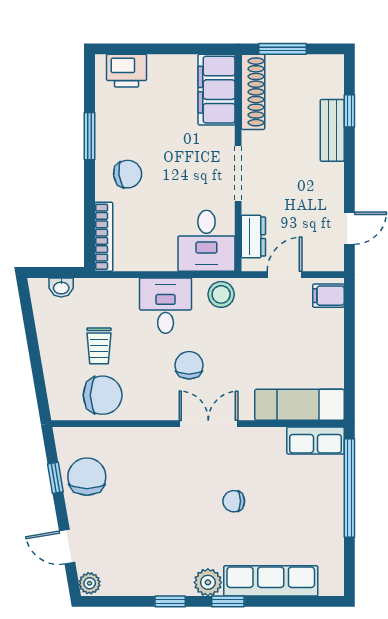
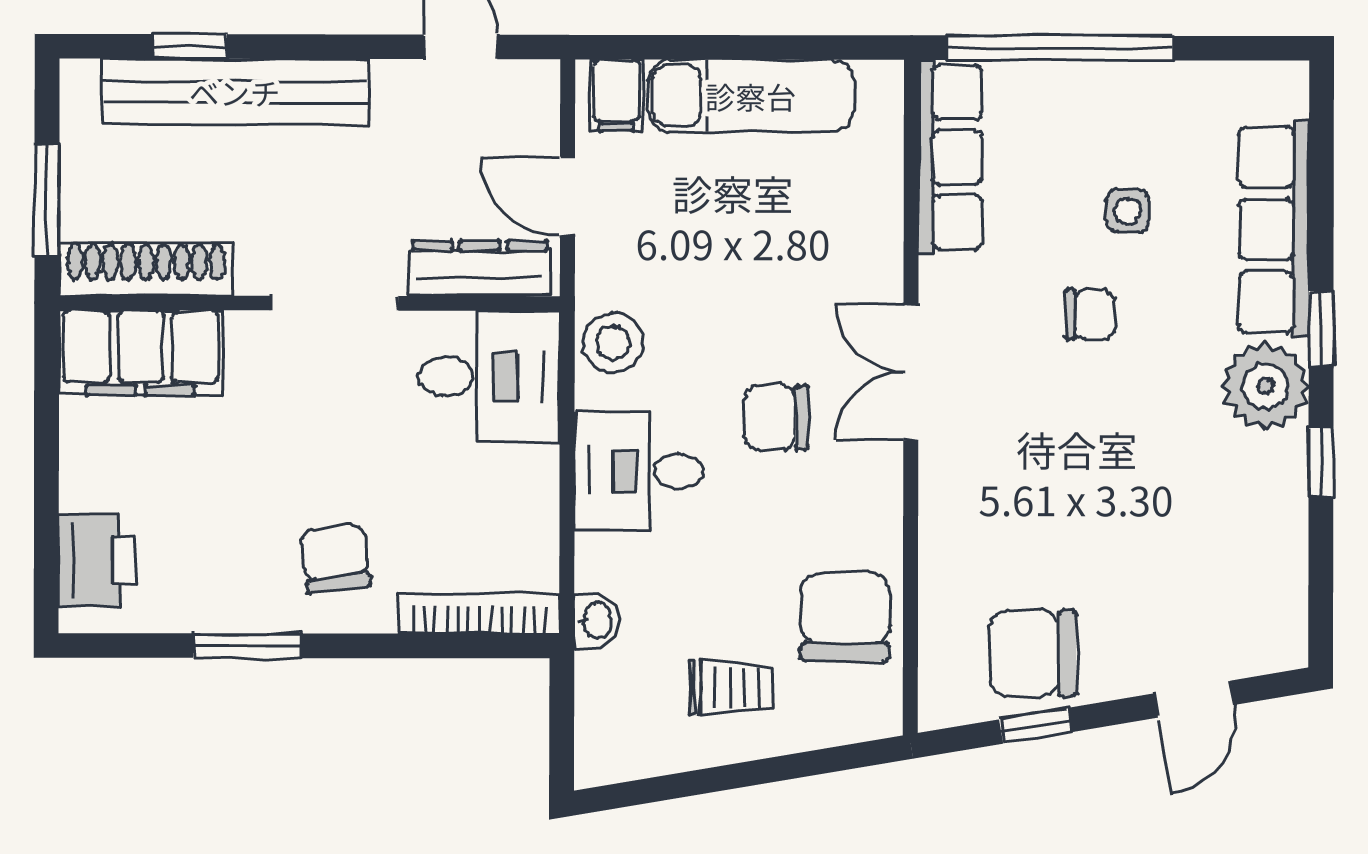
bench: (332, 130) -> (235, 92), width x1.86, depth x1.21
dresser: (253, 237) -> (480, 268), width x1.44
washbasin: (61, 287) -> (596, 621), moved
trolley: (99, 346) -> (731, 688), moved
exam couch: (299, 405) -> (751, 96), moved, turned -90
row of seats: (315, 440) -> (950, 157), width x1.48
chair: (234, 501) -> (1090, 315), turned -90
side table: (279, 517) -> (1128, 211), added
plant: (208, 582) -> (1265, 386), width x1.36, depth x1.36
plant: (90, 583) -> (1279, 647), removed

